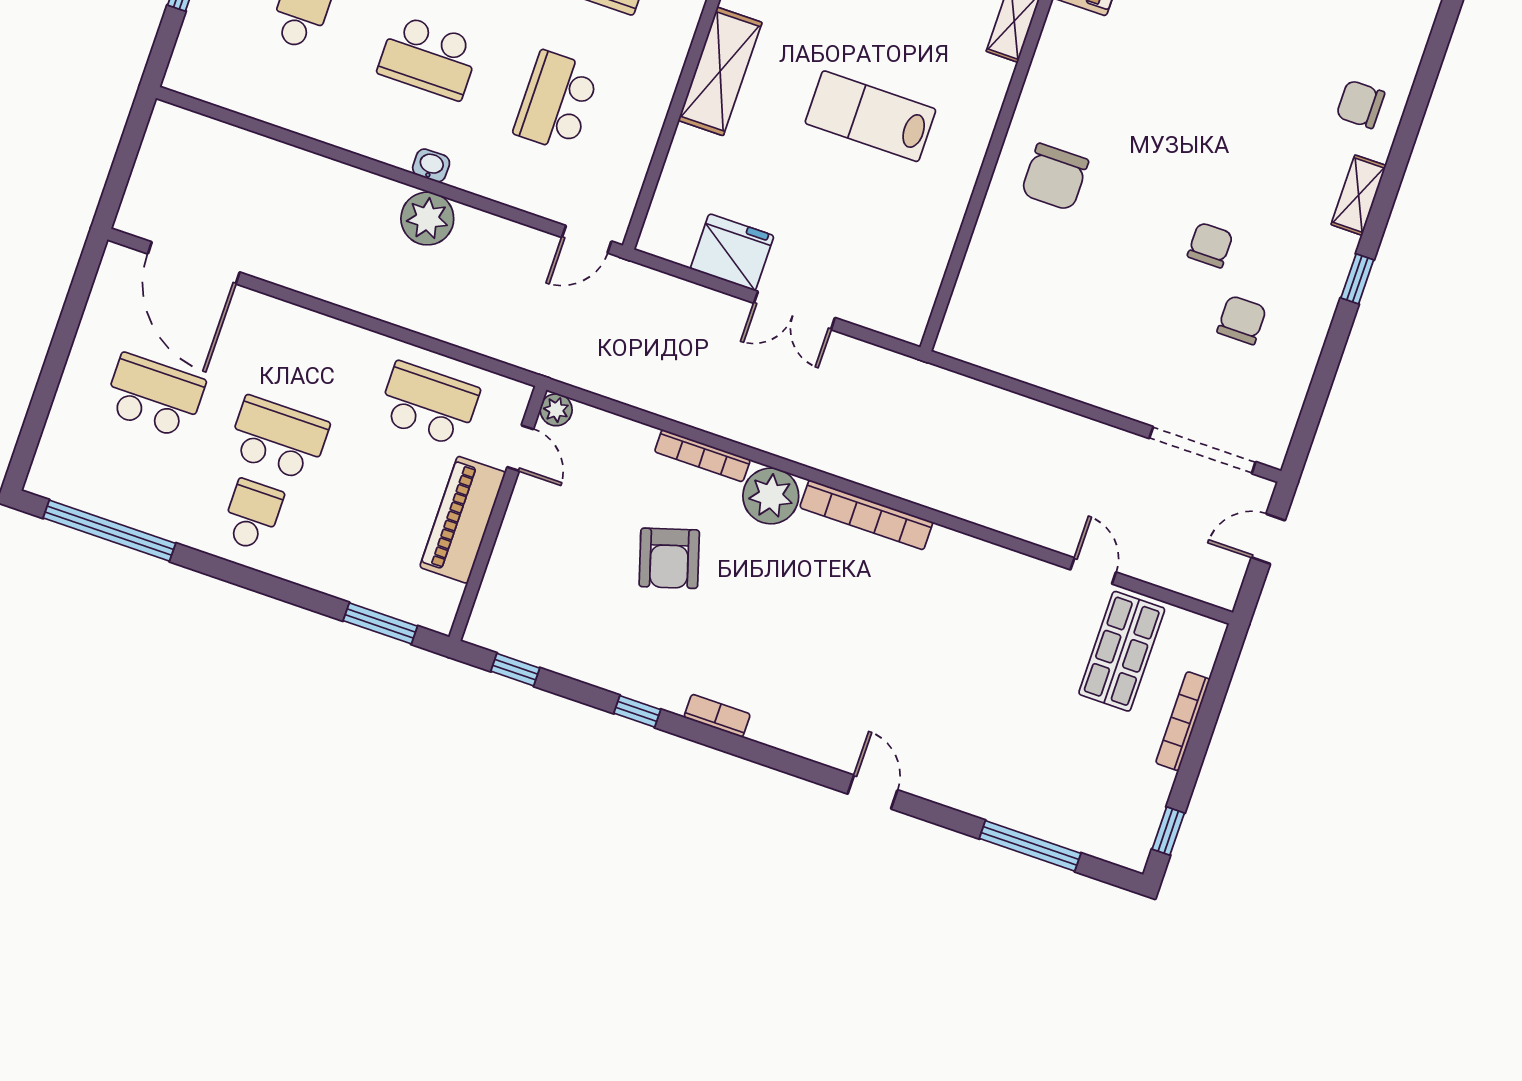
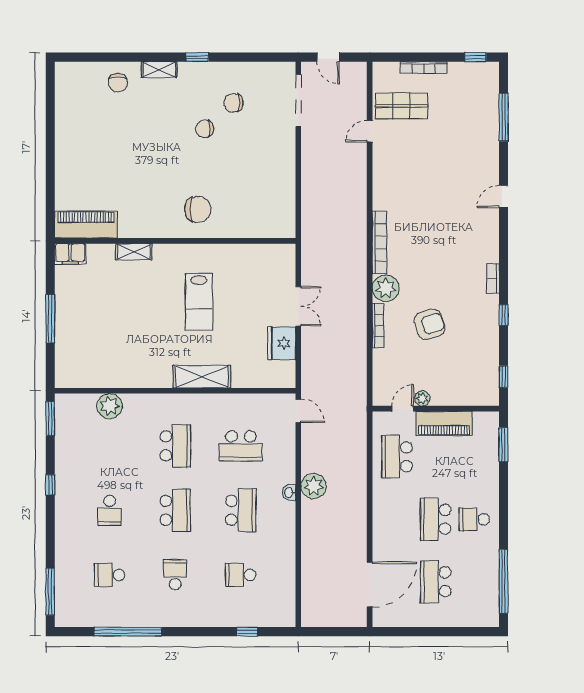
plant: (556, 410) -> (422, 398), moved

